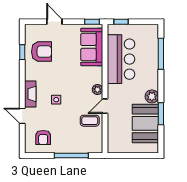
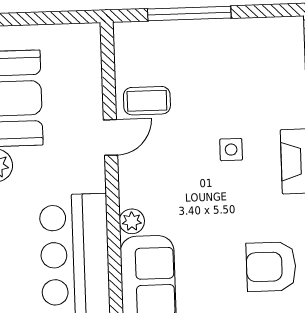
plant: (97, 90) -> (132, 221), moved
armchair: (43, 137) -> (260, 55), removed

